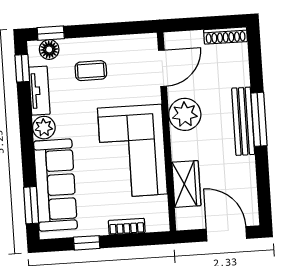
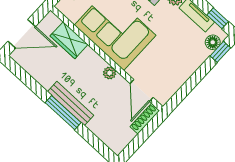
shoe rack: (226, 36) -> (145, 119), moved
coffee table: (91, 71) -> (179, 52), removed
plant: (185, 114) -> (110, 73), width x0.53, depth x0.53

